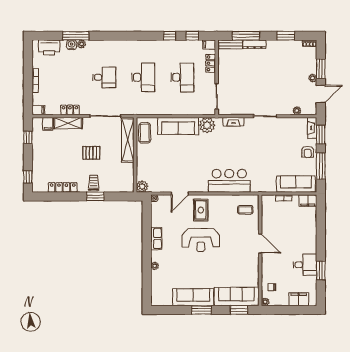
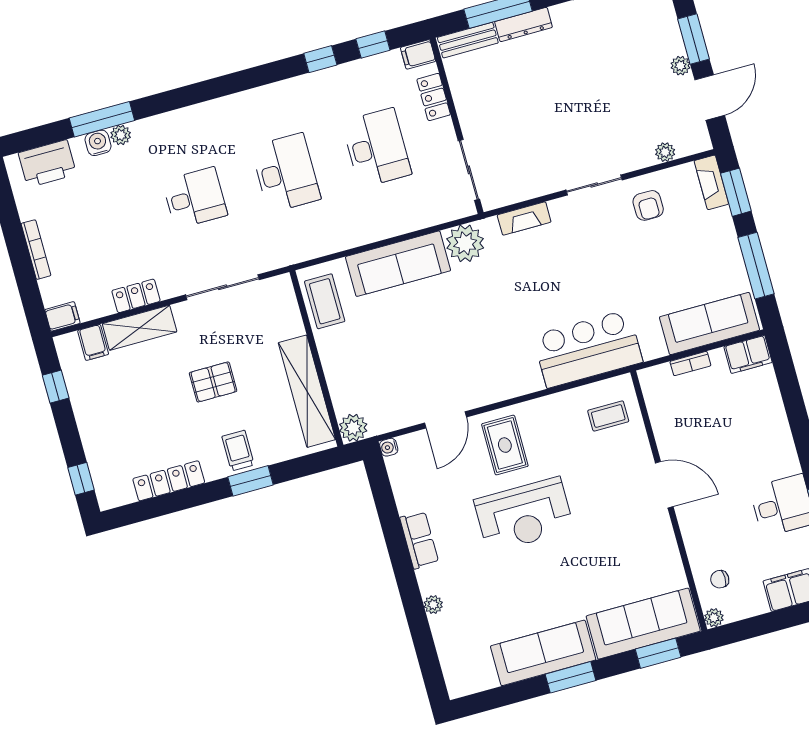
shelving: (128, 140) -> (307, 391), moved
armchair: (308, 152) -> (648, 205), moved
bar counter: (229, 181) -> (588, 349), moved

